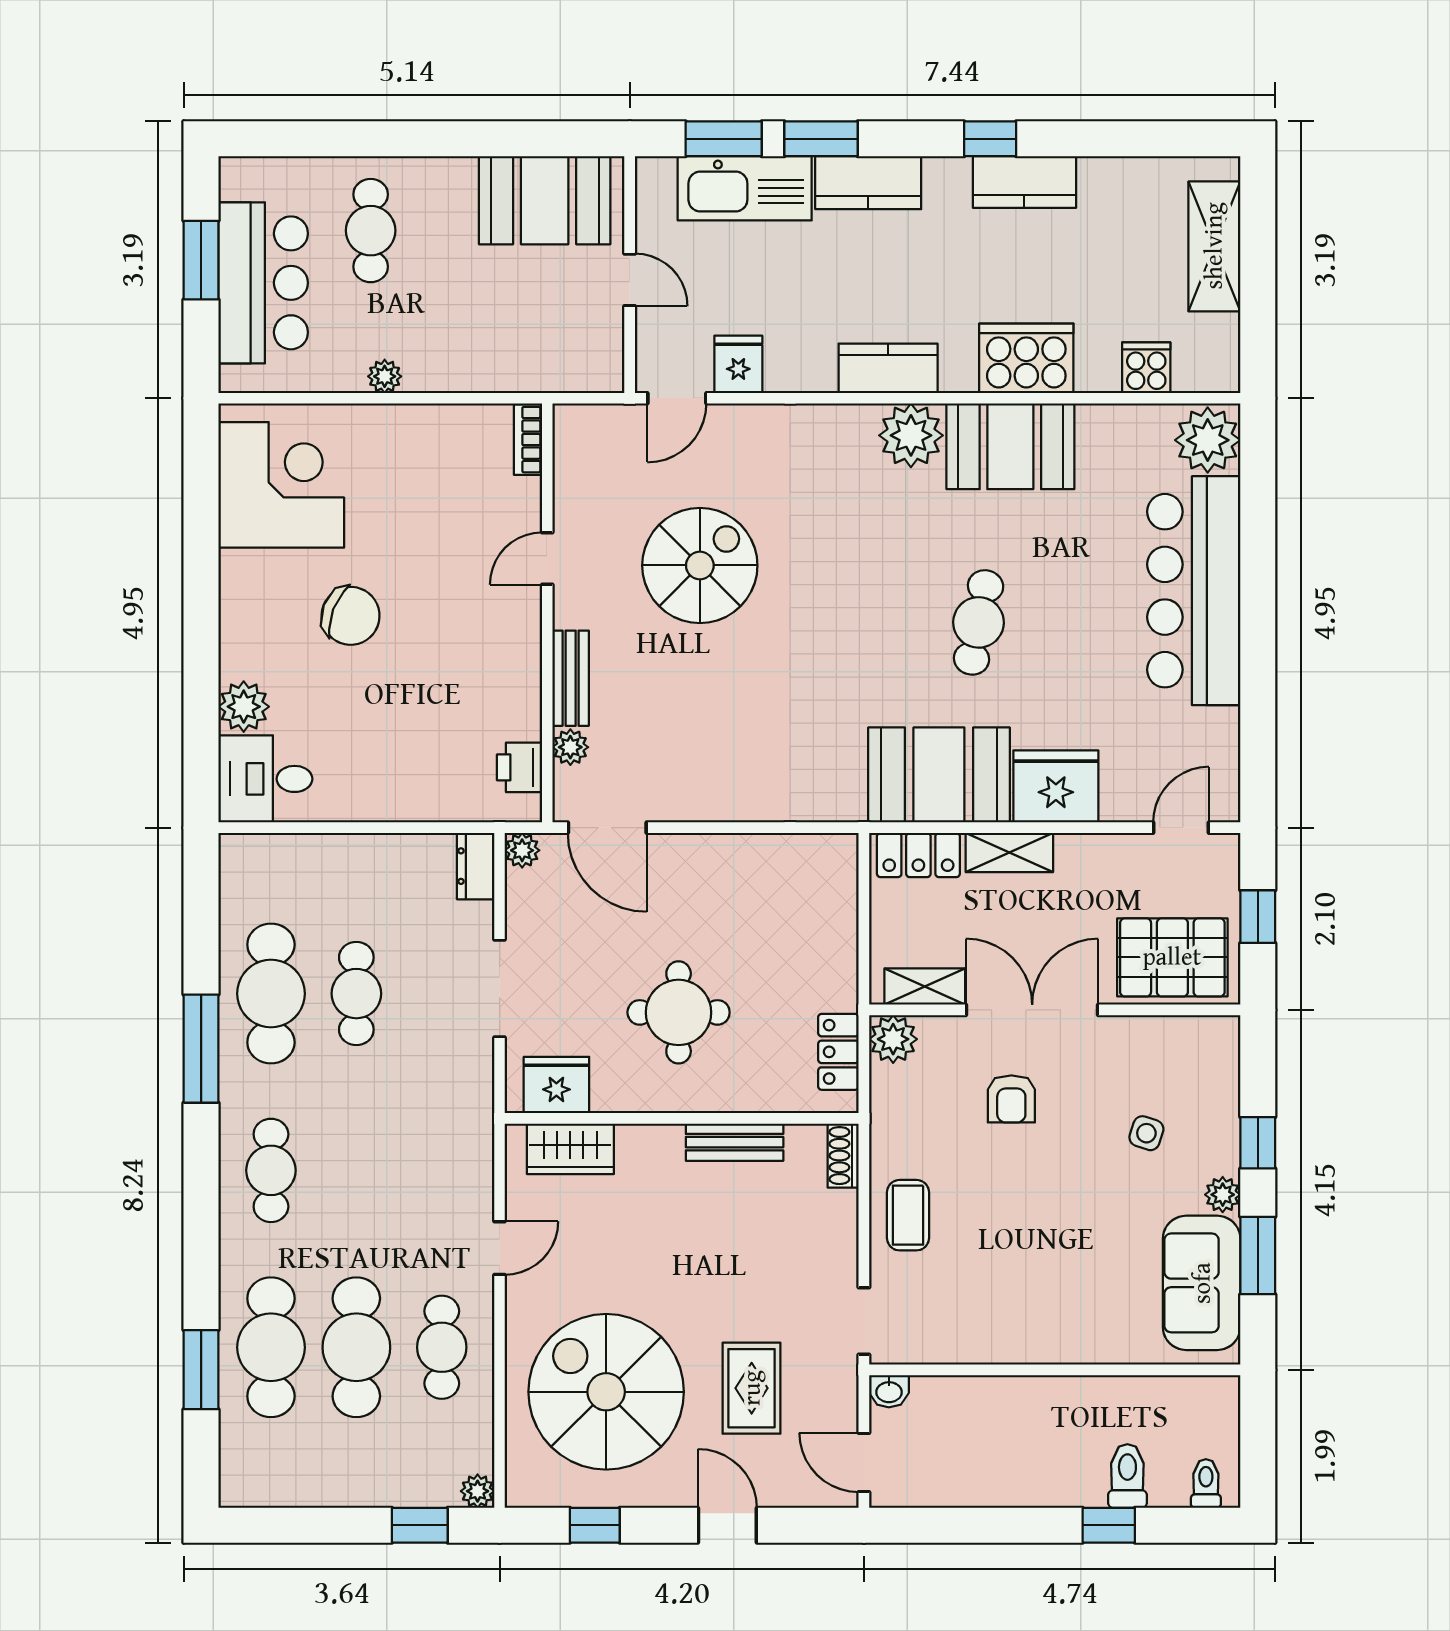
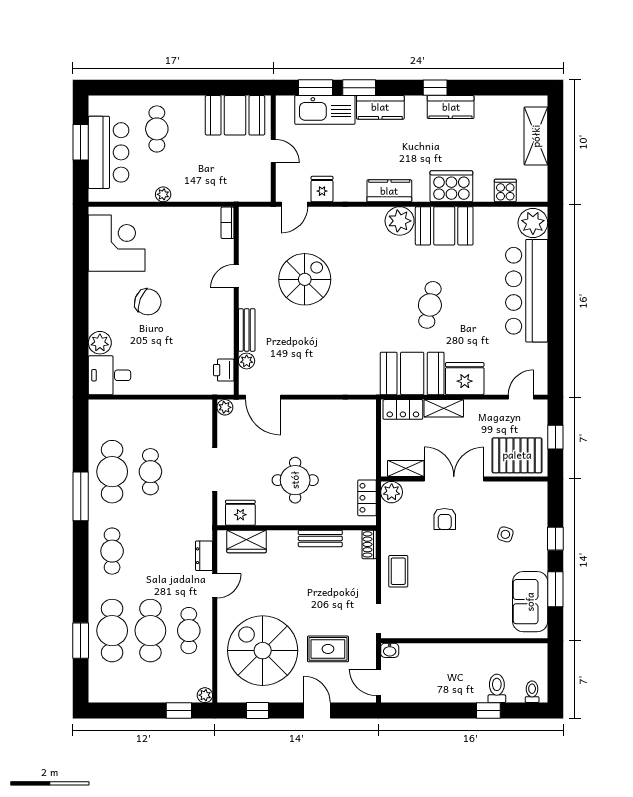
dresser: (476, 866) -> (204, 556), moved
plant: (1223, 1195) -> (540, 562), removed
rug: (752, 1388) -> (328, 649), turned 90

